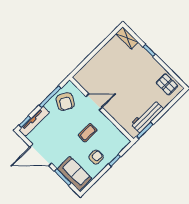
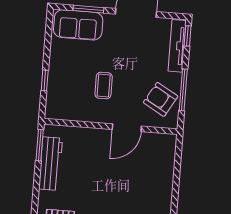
armchair: (96, 157) -> (70, 66), removed

